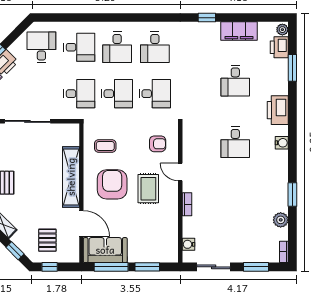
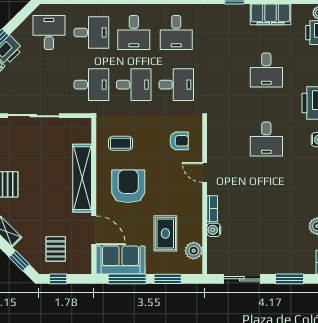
rug: (148, 189) -> (165, 233), moved
plant: (170, 242) -> (194, 251), added
water cooler: (188, 244) -> (214, 230), moved

